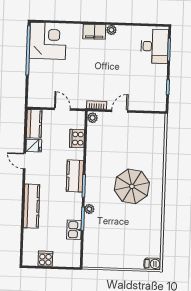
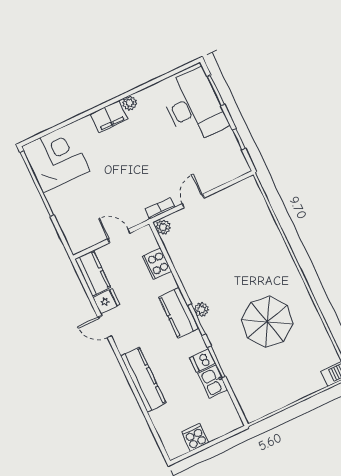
desk: (154, 46) -> (194, 106), width x1.36, depth x1.30
parasol: (132, 186) -> (267, 322), moved
plant: (89, 209) -> (202, 309), moved
dishwasher: (74, 213) -> (202, 361), added

